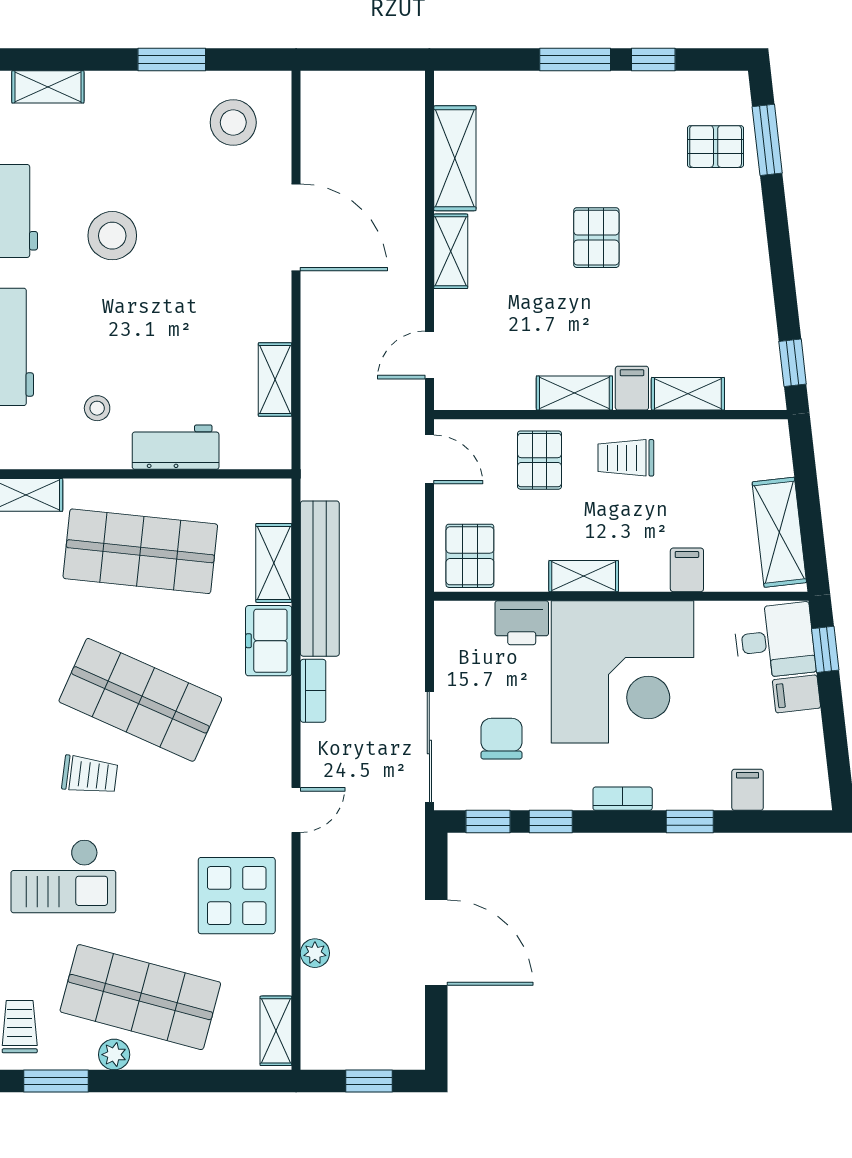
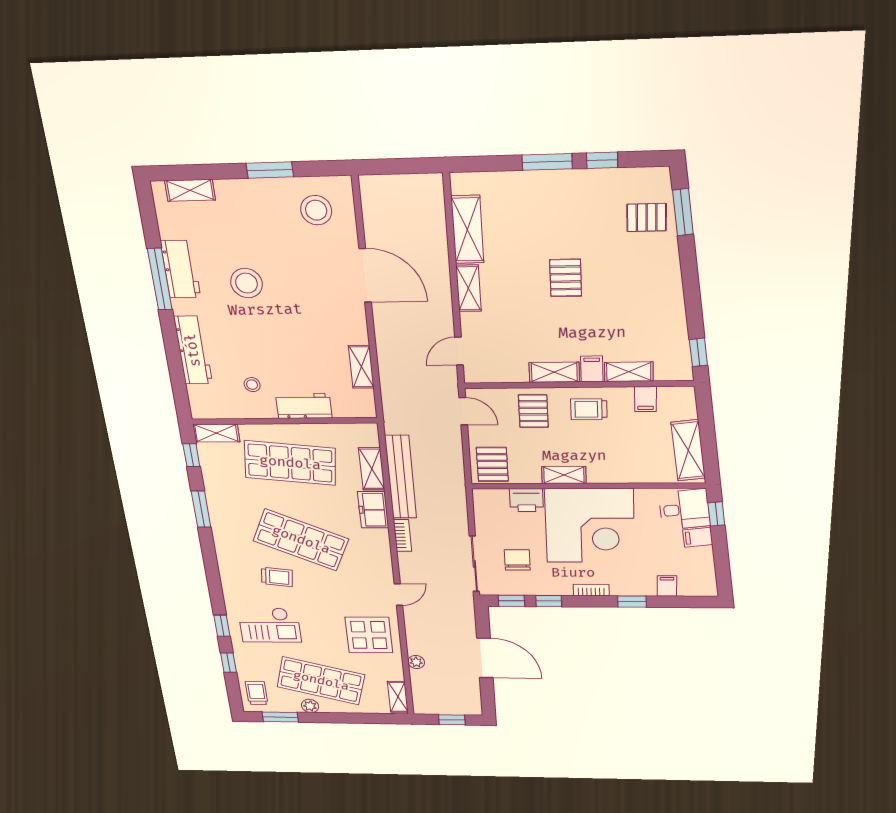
filing cabinet: (687, 570) -> (645, 399), moved, turned 180

